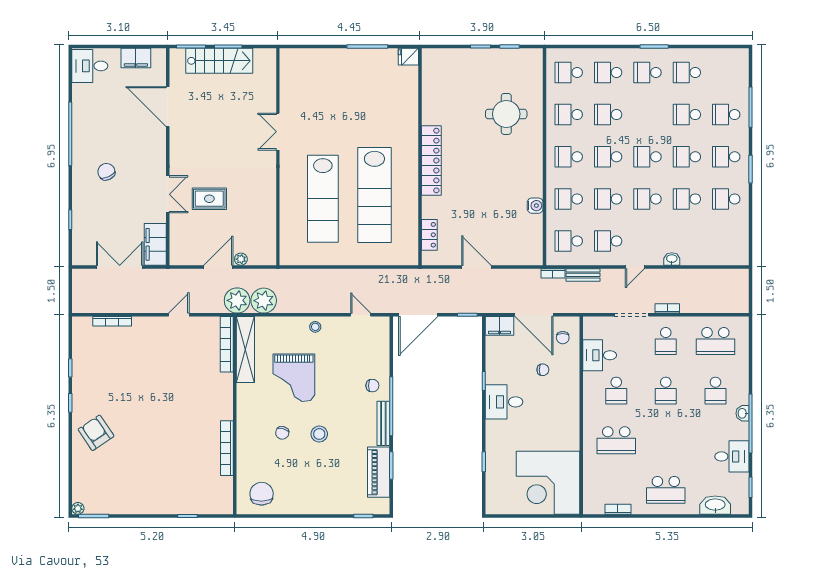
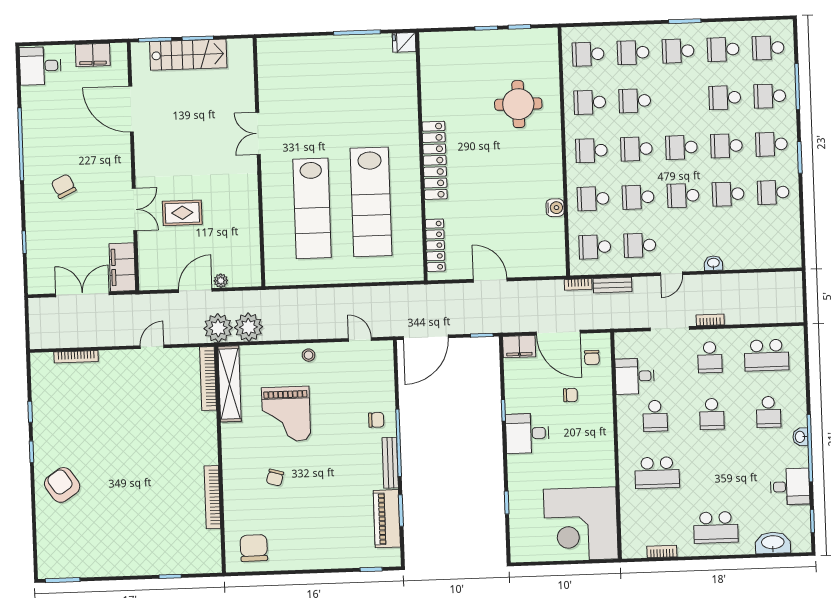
school desk: (726, 72) -> (768, 48), added
locker: (429, 235) -> (435, 245), width x1.53
stool: (319, 434) -> (317, 477), removed
plant: (78, 508) -> (44, 572), removed

